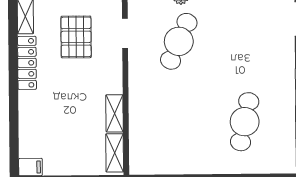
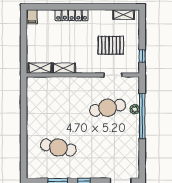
cafe table: (179, 41) -> (108, 108), turned -36
locker: (27, 63) -> (72, 15), moved

